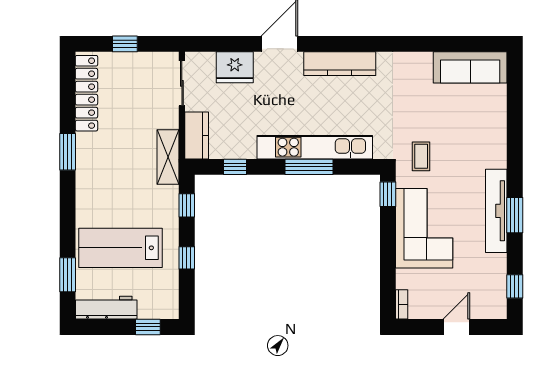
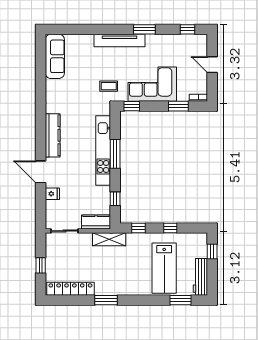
fridge: (235, 67) -> (52, 194), width x0.53, depth x0.75
tv unit: (496, 211) -> (120, 40), moved
window: (388, 271) -> (178, 106), added

